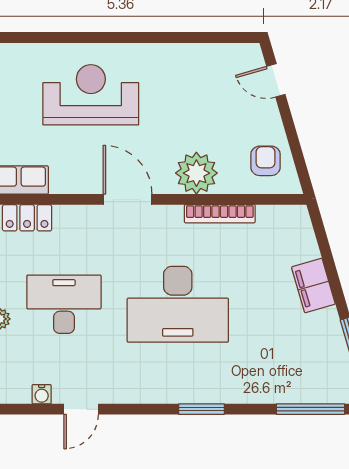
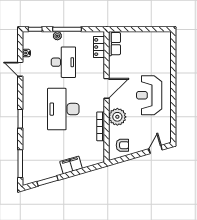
reception desk: (91, 95) -> (149, 95), moved, turned 180

